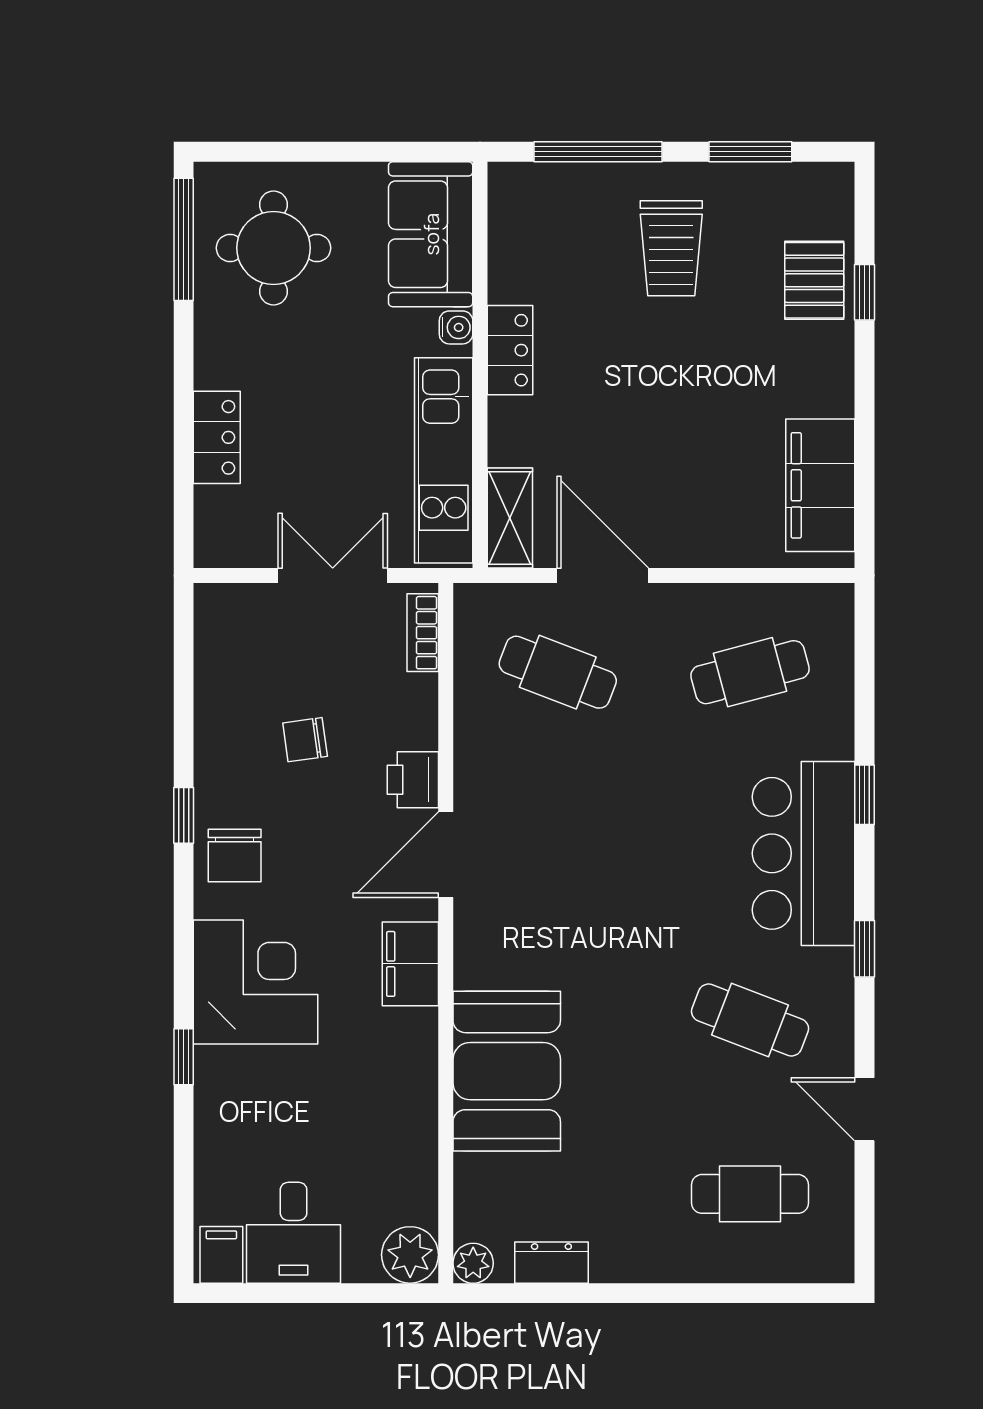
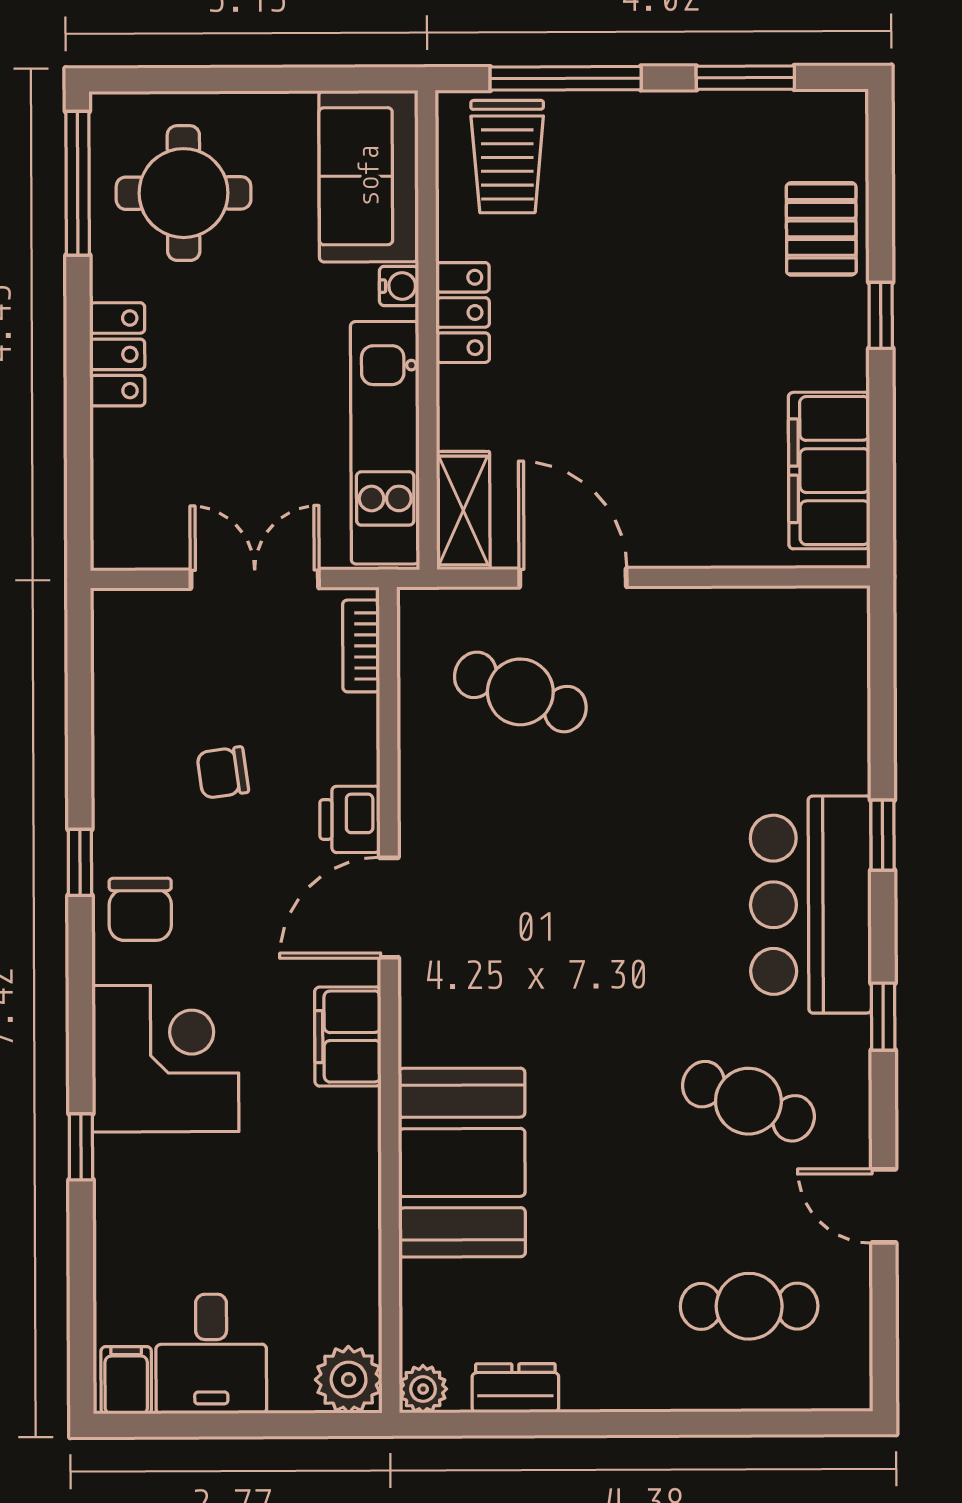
trolley: (671, 248) -> (507, 157), moved
window: (864, 292) -> (881, 315), moved
locker: (217, 437) -> (117, 354), moved
cafe table: (750, 672) -> (747, 691), removed

